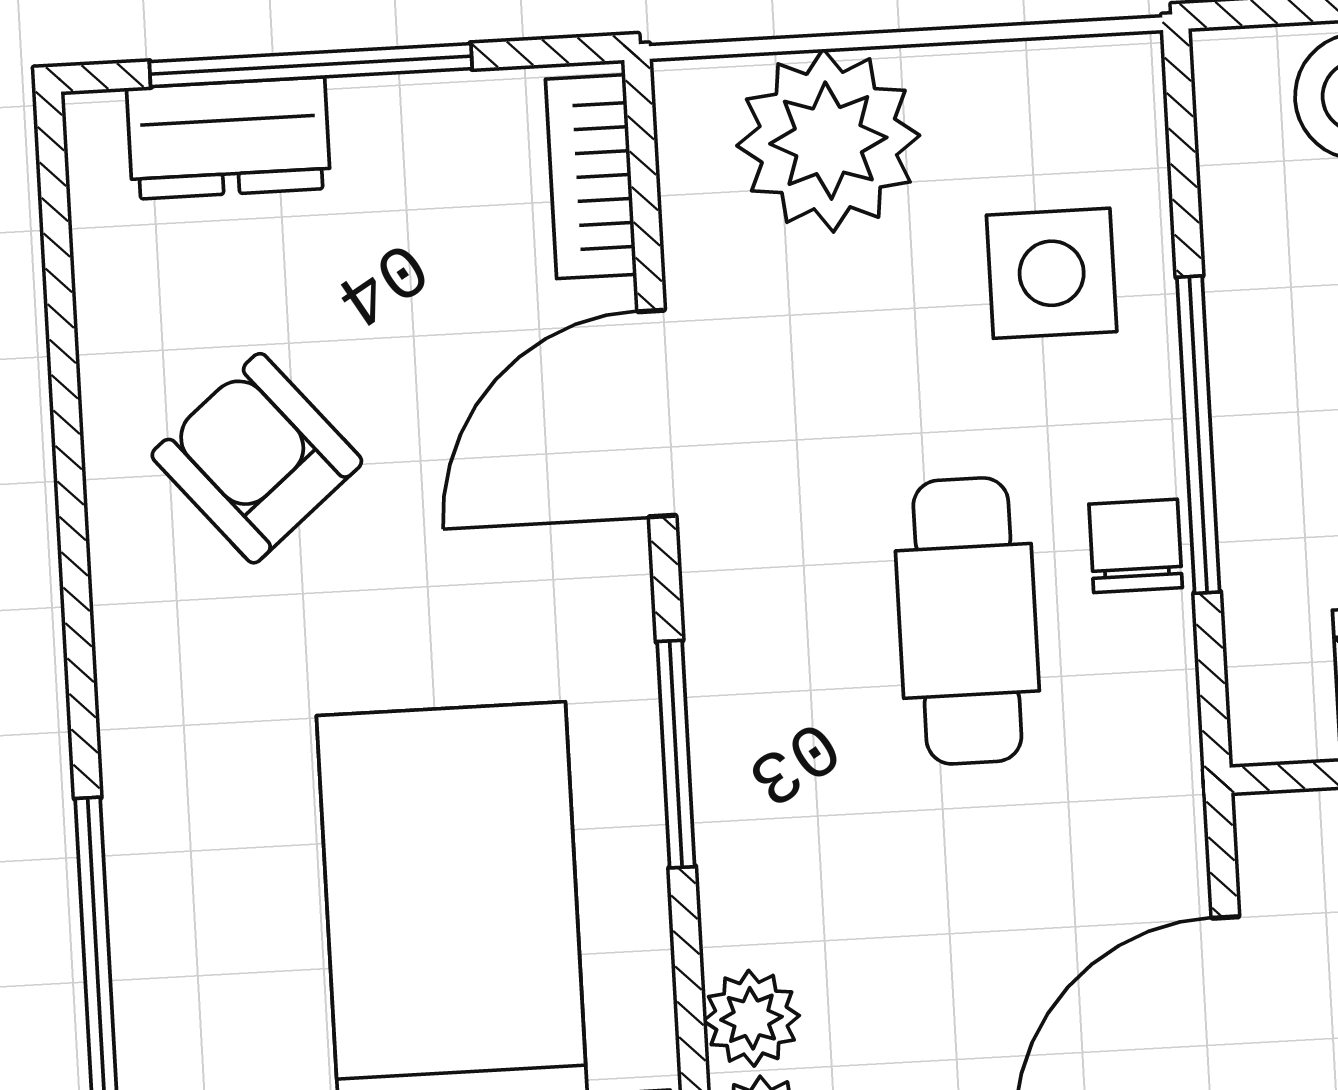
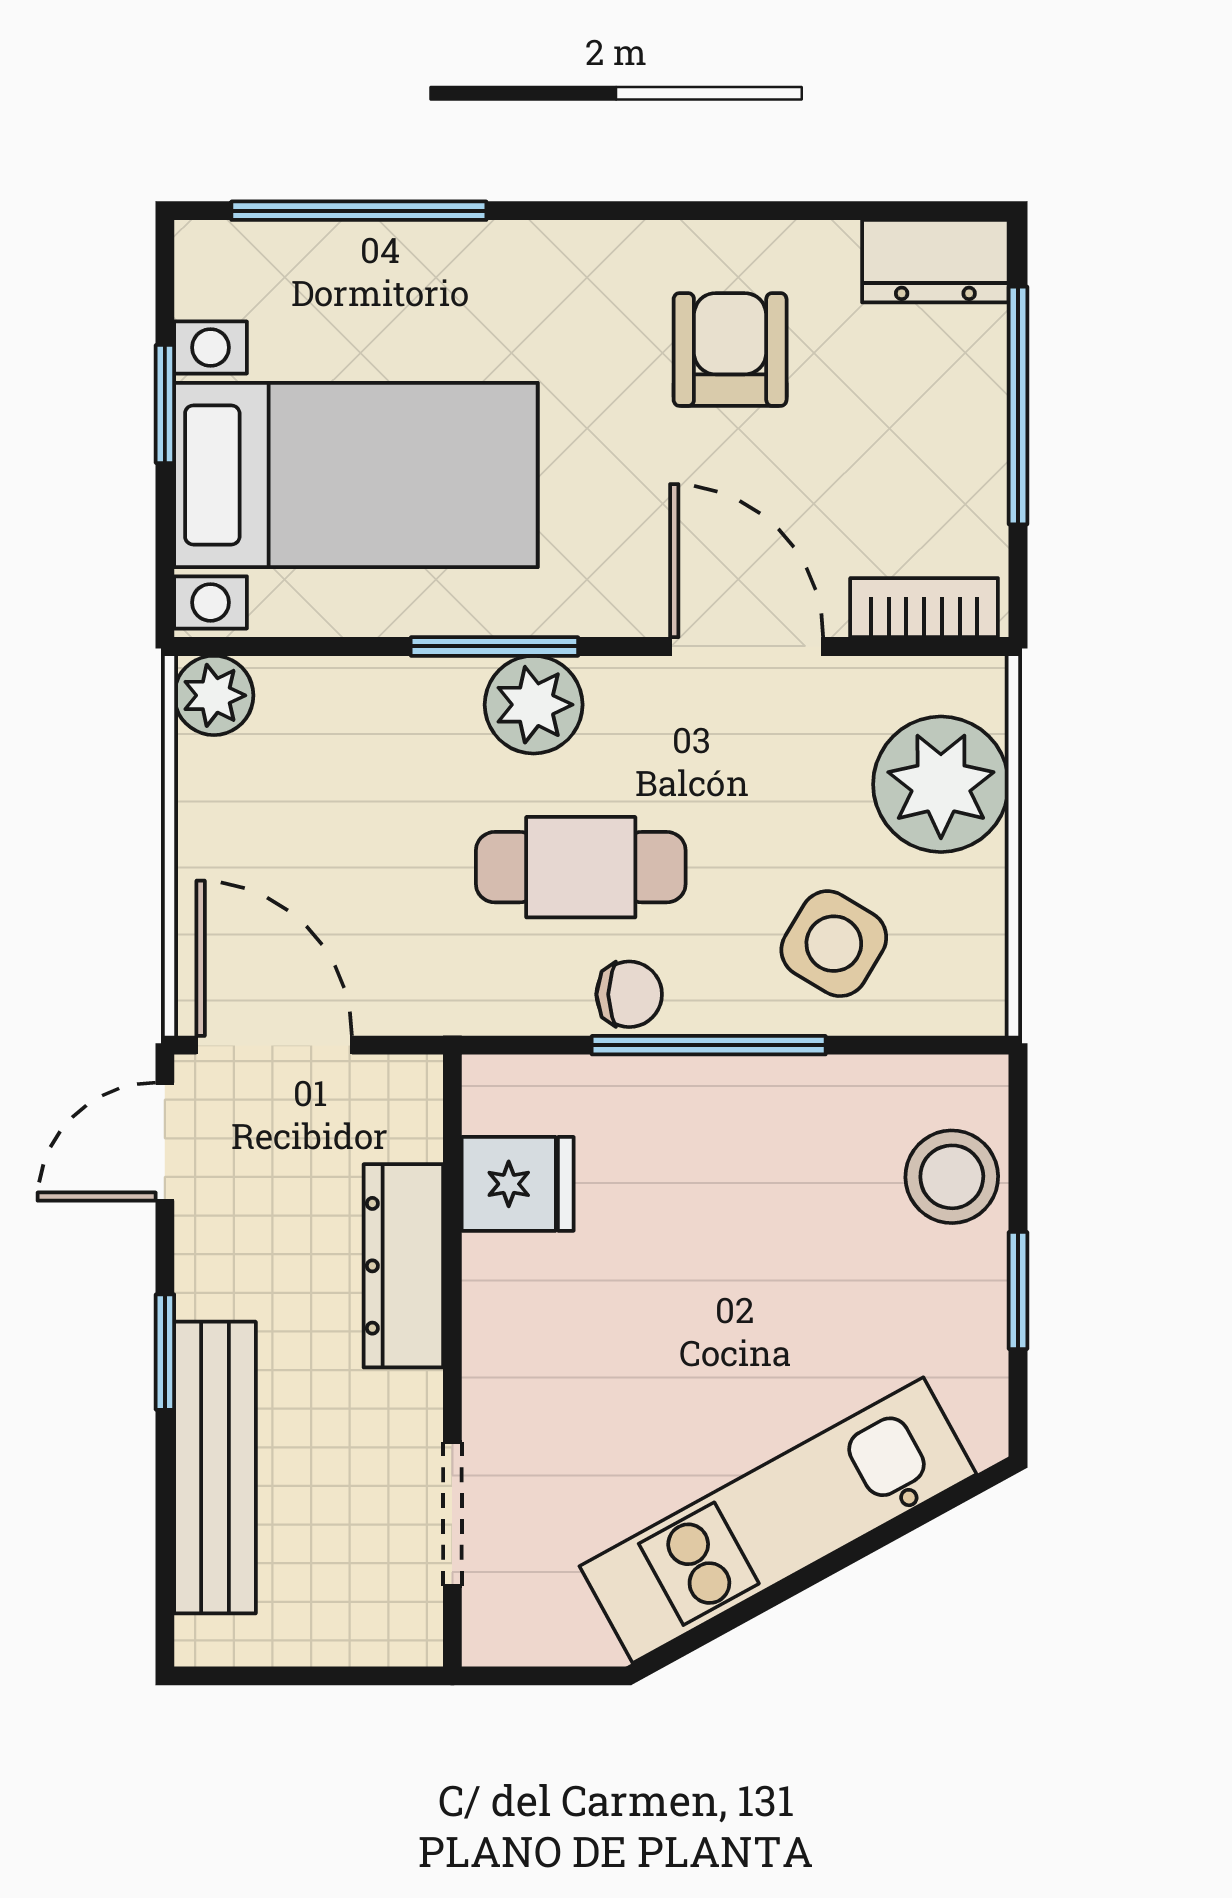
dresser: (229, 138) -> (935, 261), moved, turned -90
side table: (1052, 273) -> (834, 944), turned 31
armchair: (257, 458) -> (730, 349), turned -50
plant: (751, 1018) -> (534, 705), moved, width x1.38, depth x1.38

